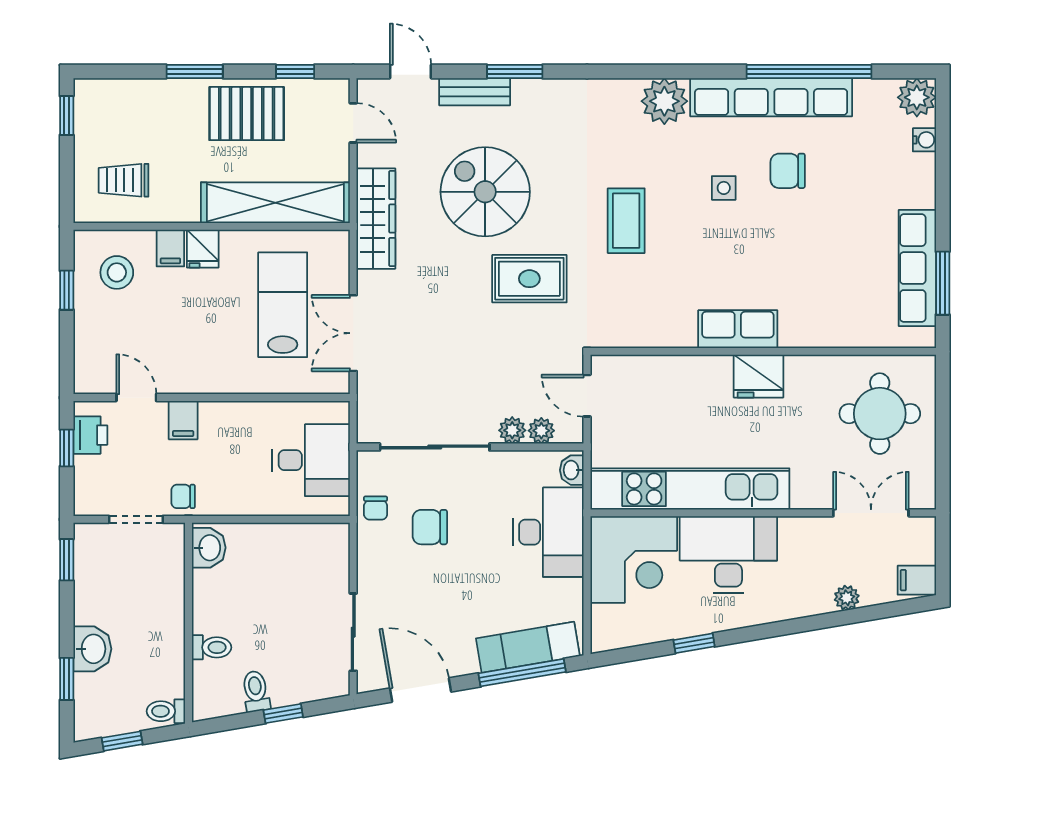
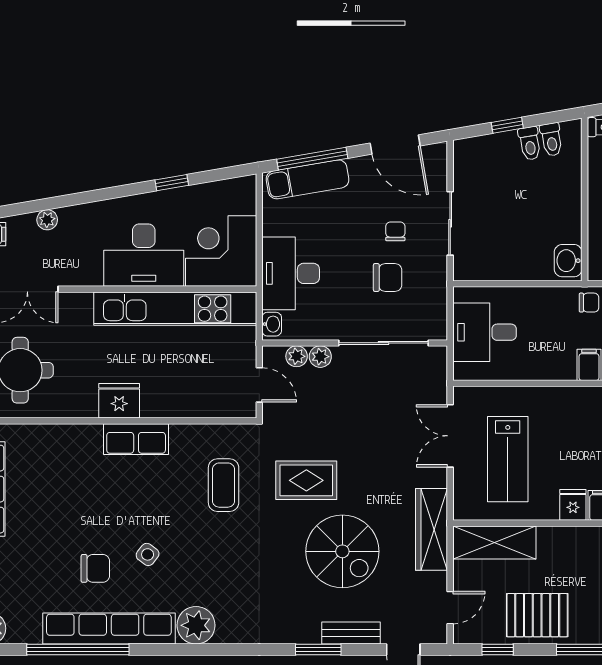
door: (353, 123) -> (450, 608), swing flipped
side table: (724, 188) -> (148, 554), turned 37
shelving: (275, 203) -> (494, 542), width x0.68
coffee table: (626, 221) -> (224, 485), moved
double door: (353, 333) -> (450, 436), swing flipped
chair: (376, 508) -> (395, 231), moved
sliding door: (353, 632) -> (450, 223), moved
toilet: (212, 647) -> (551, 140), moved, turned -100

